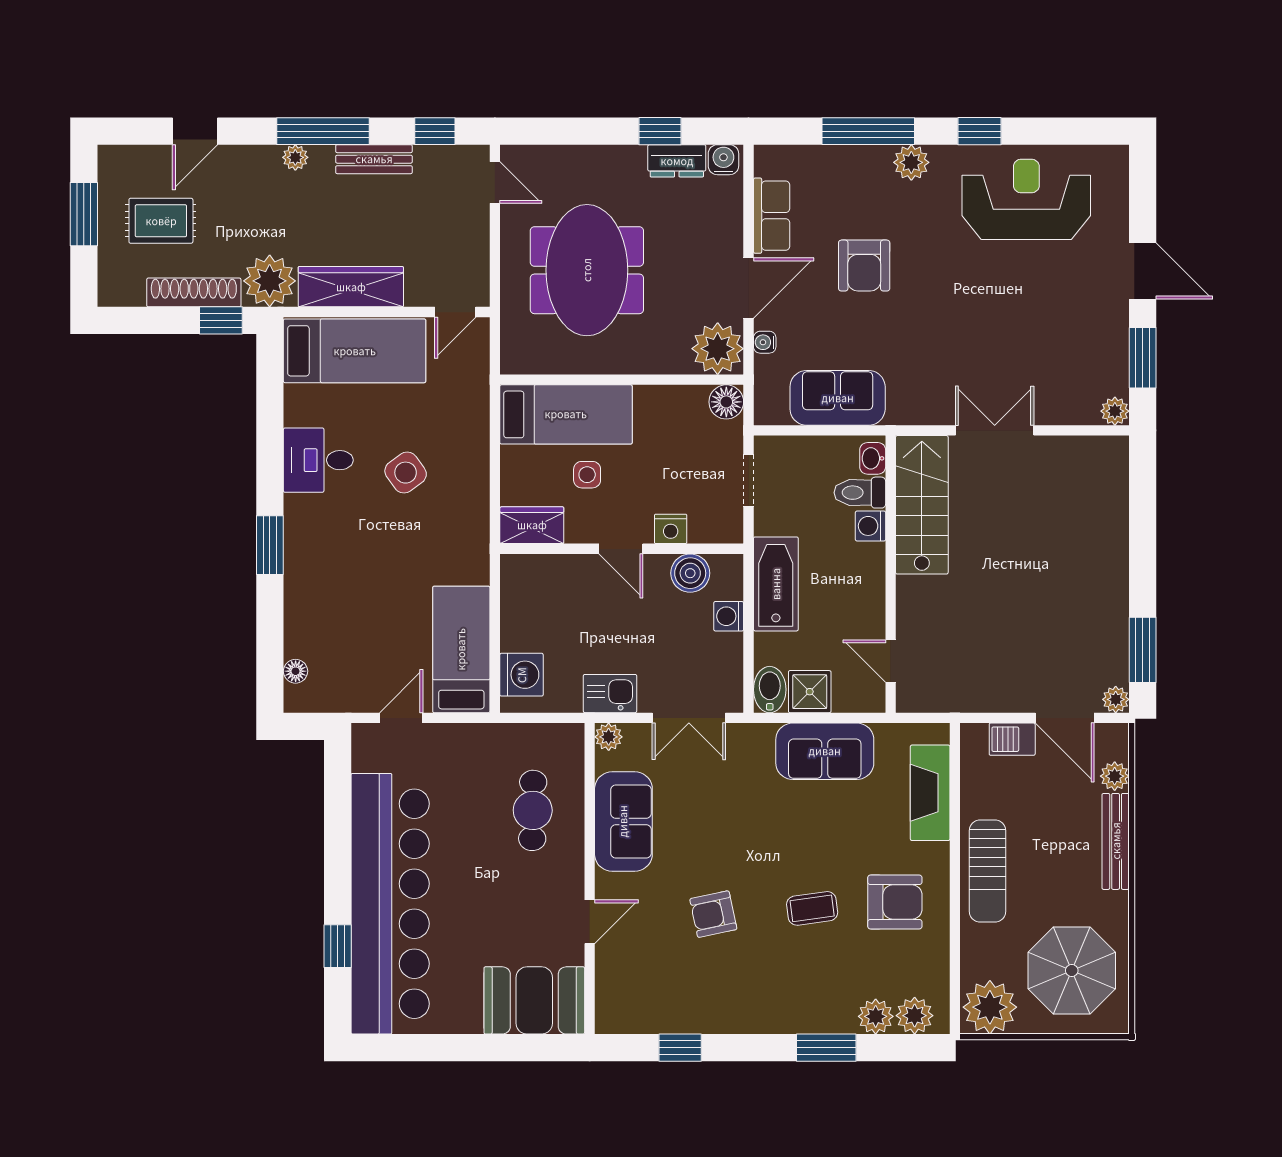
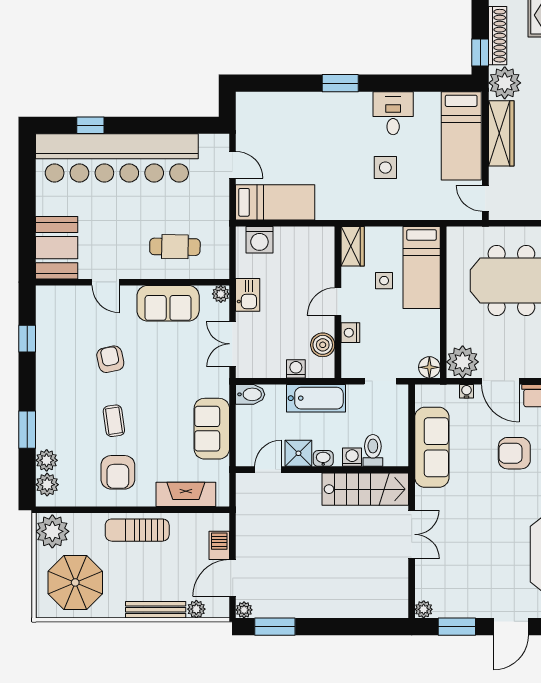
sofa: (838, 398) -> (432, 447), width x1.36
washbasin: (873, 458) -> (323, 458), moved
side table: (406, 473) -> (385, 168), turned 36
floor lamp: (296, 671) -> (262, 99), removed
shower: (810, 692) -> (298, 453), moved

